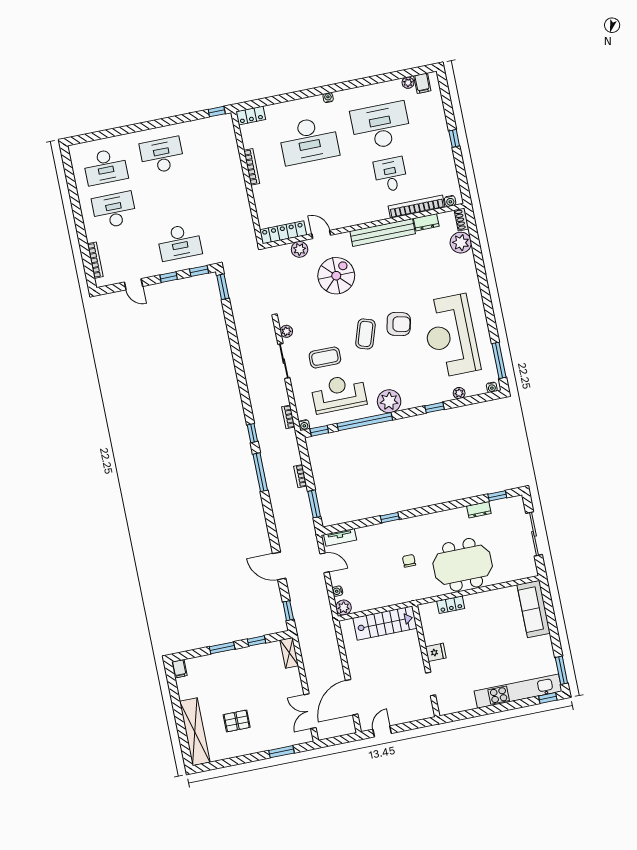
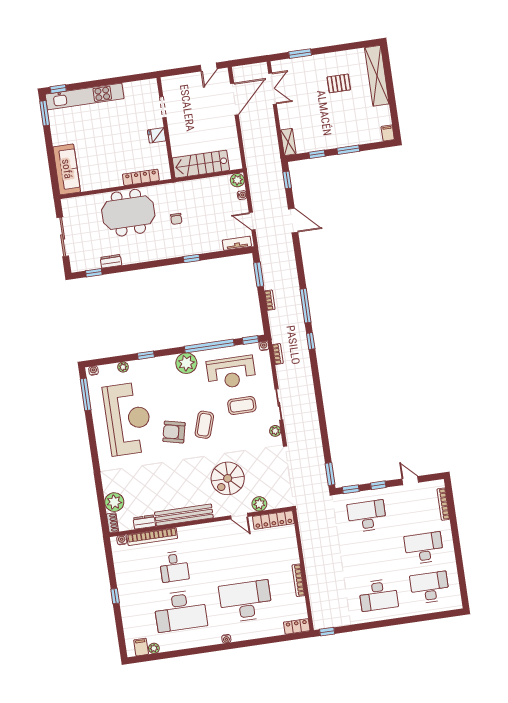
desk: (114, 210) -> (424, 548), turned 180
locker: (451, 605) -> (141, 177), width x1.53

